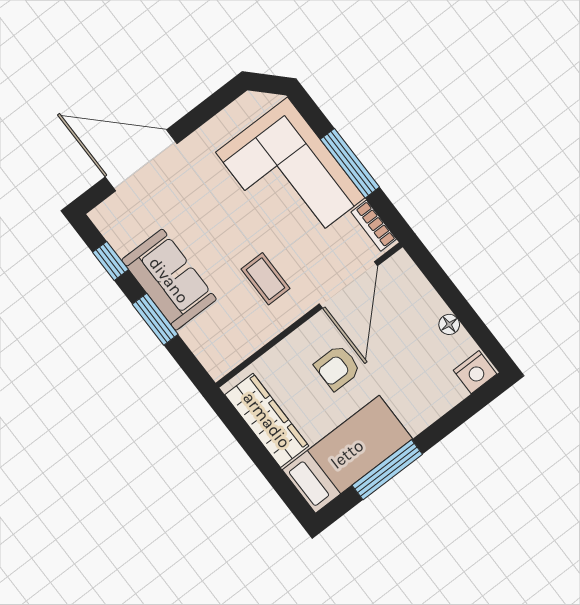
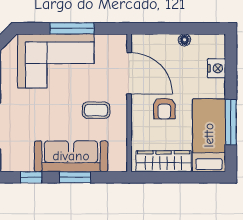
bookcase: (374, 226) -> (110, 40), removed
sofa: (169, 280) -> (71, 156), width x1.36
nightstand: (475, 372) -> (216, 68), moved

